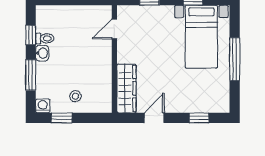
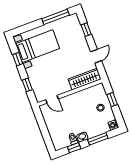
window: (235, 59) -> (56, 17), moved
window: (62, 118) -> (112, 100), moved
door: (154, 118) -> (96, 56), swing flipped

